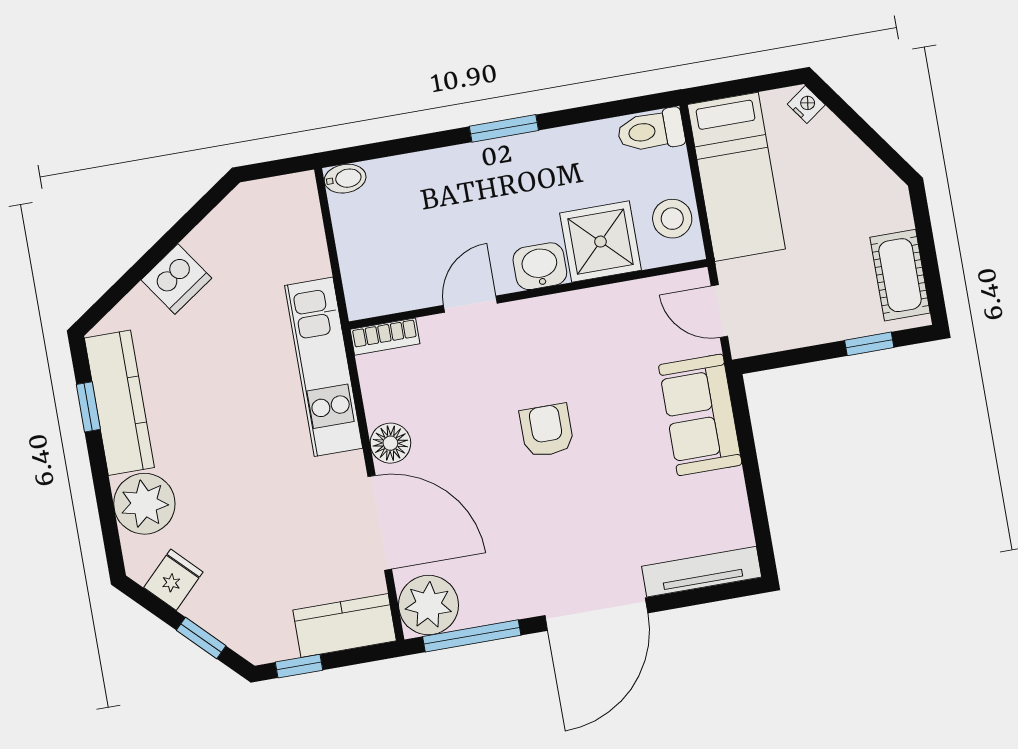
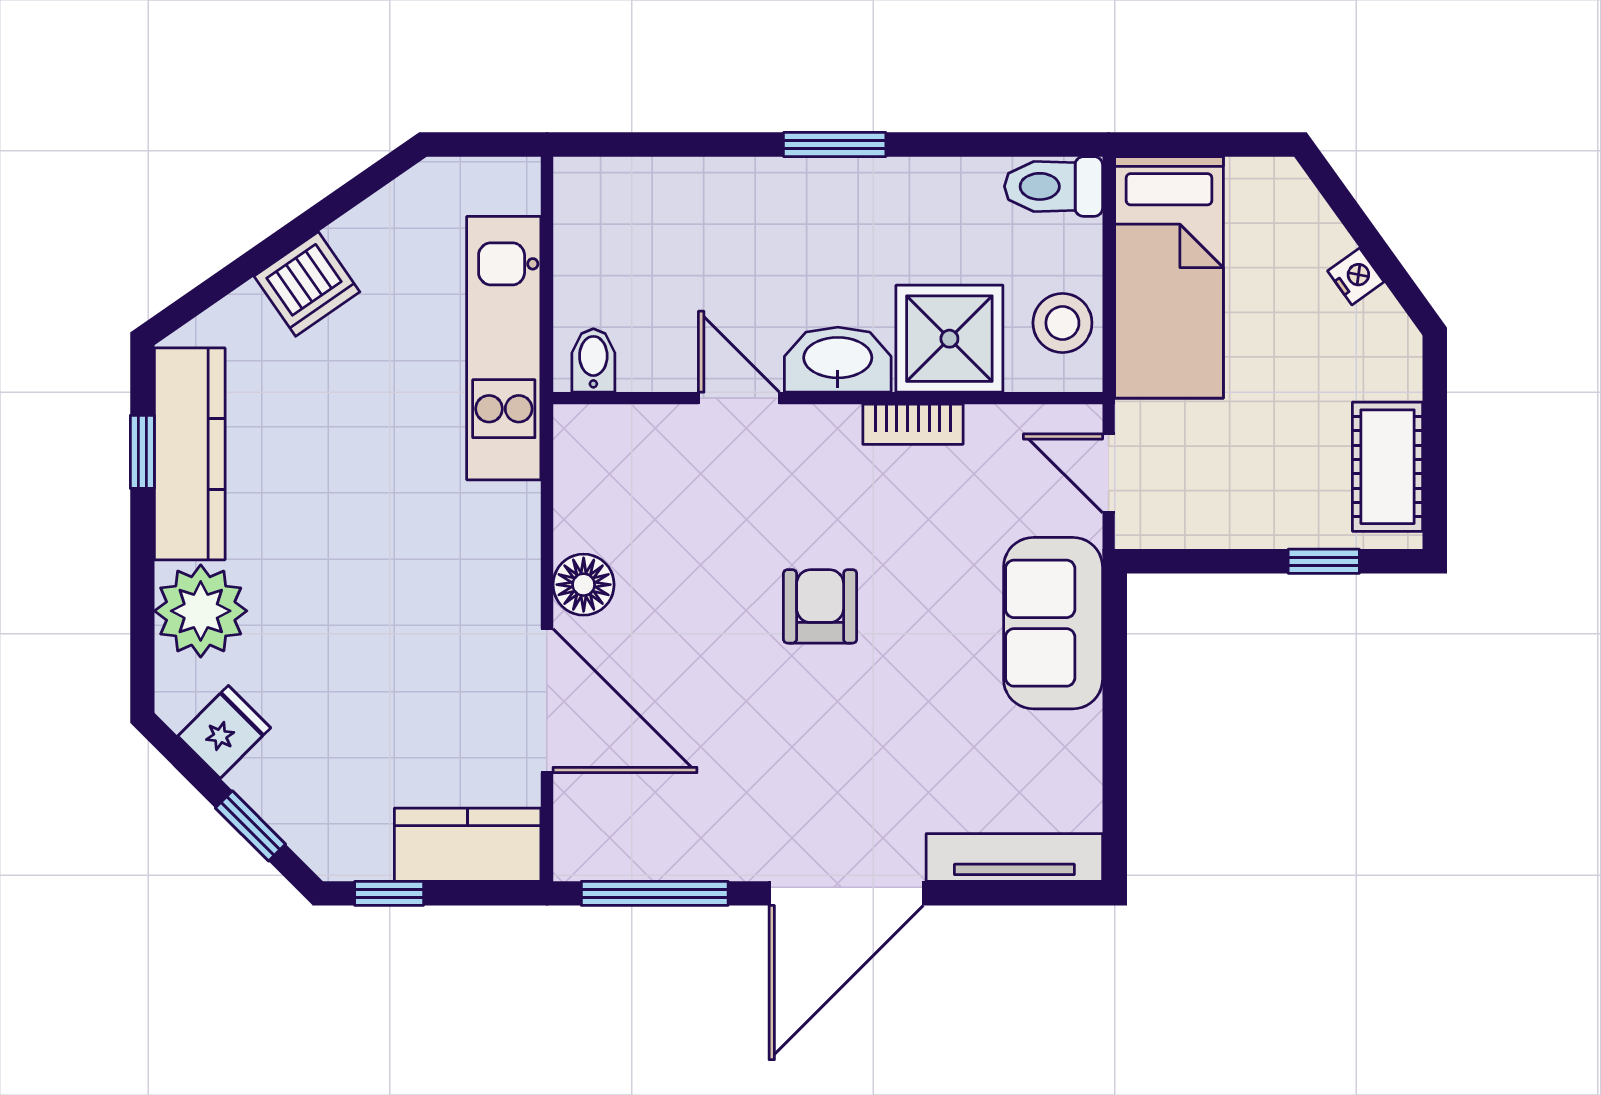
nightstand: (806, 104) -> (1356, 276), moved
bidet: (345, 179) -> (593, 360), moved, turned -90
washbasin: (540, 266) -> (838, 360), width x1.38
door: (470, 304) -> (739, 398), hinge flipped
bookcase: (385, 337) -> (913, 424), moved
kitchen unit: (324, 367) -> (504, 348), moved
plant: (429, 605) -> (598, 836), removed

